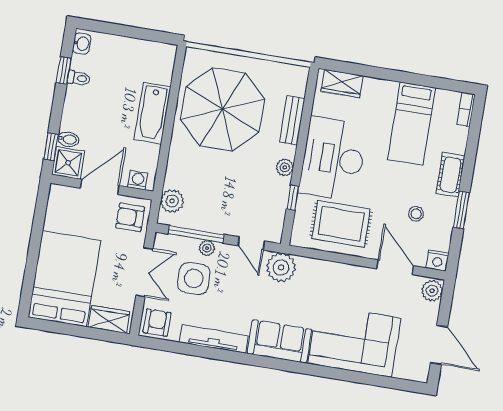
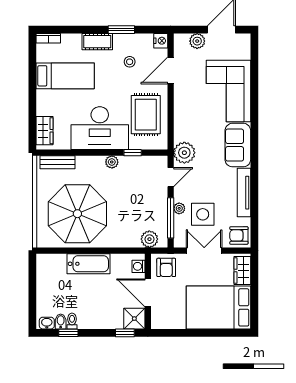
bench: (292, 120) -> (57, 162), moved
bidet: (68, 139) -> (61, 321), moved
plant: (432, 291) -> (197, 41), moved

